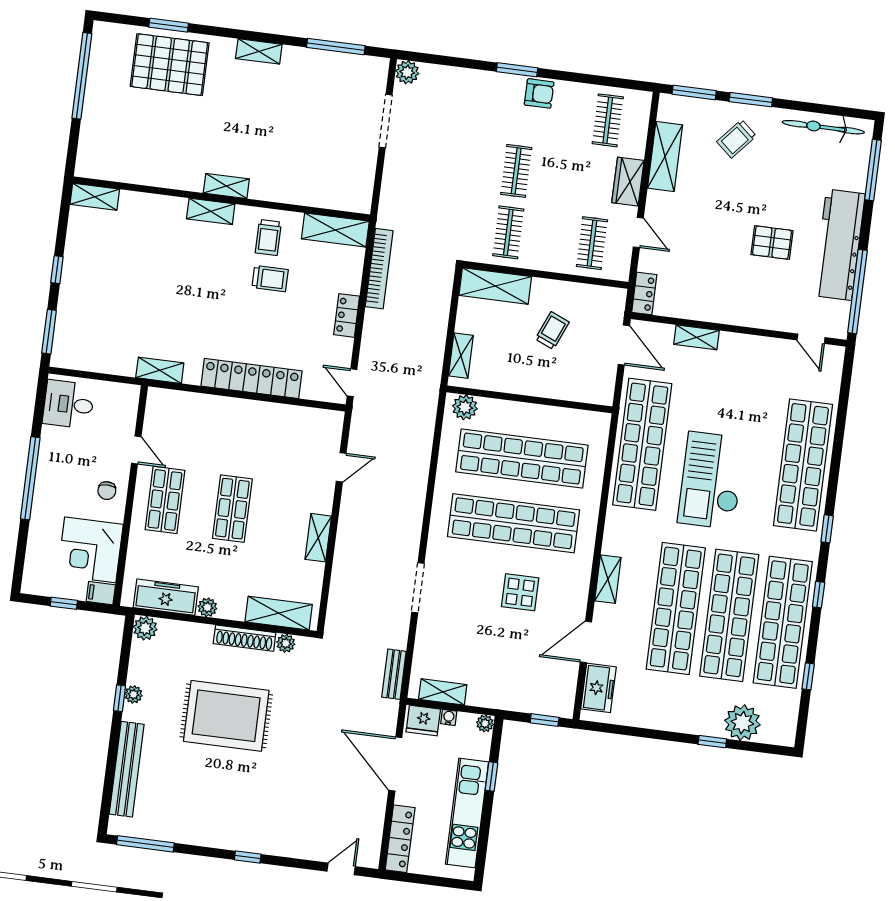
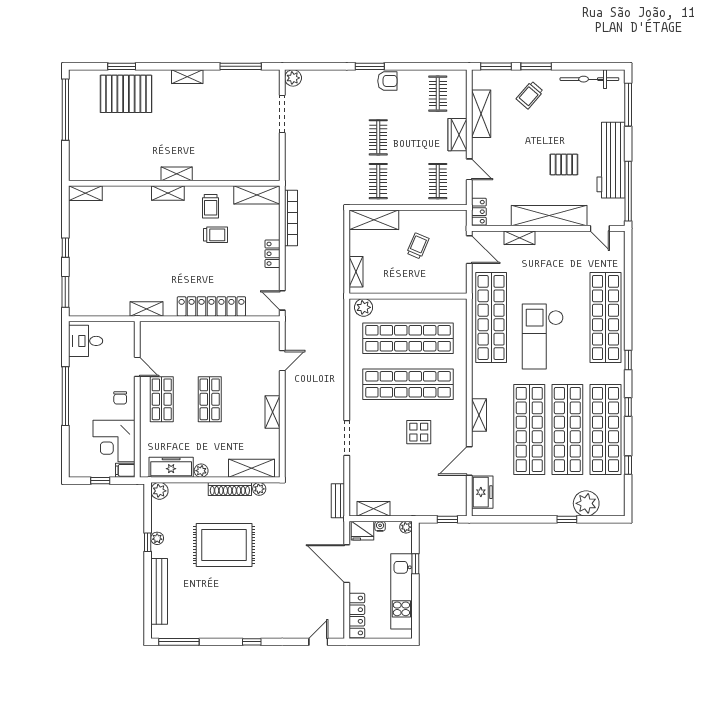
shelving: (742, 312) -> (549, 216), added

